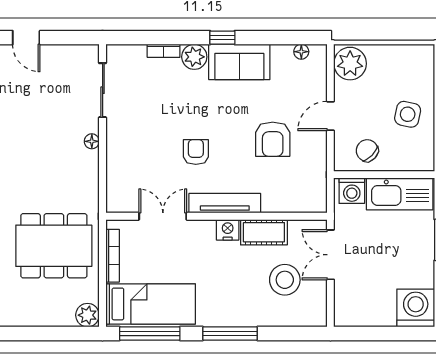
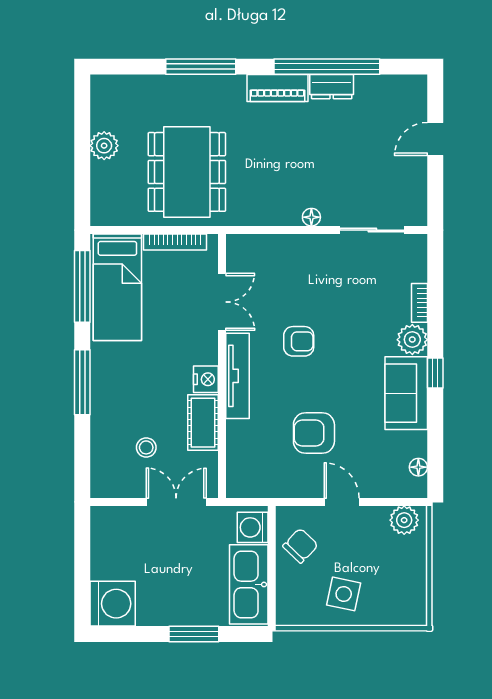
plant: (350, 64) -> (404, 520), width x0.73, depth x0.73
stool: (285, 280) -> (146, 447), width x0.53, depth x0.53
plant: (87, 315) -> (104, 146), moved

